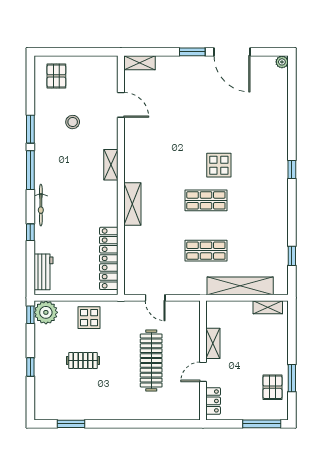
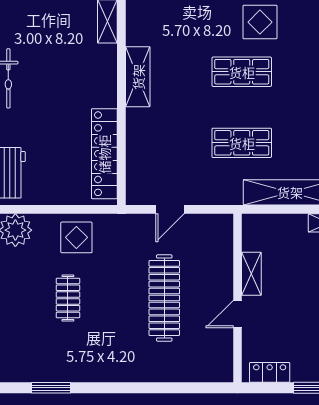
door: (155, 298) -> (170, 209), hinge flipped
clothes rail: (83, 360) -> (68, 298), turned 90
locker: (213, 401) -> (270, 372), moved, turned -90

